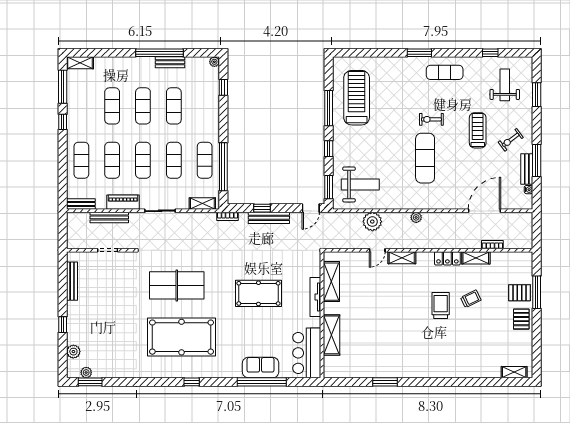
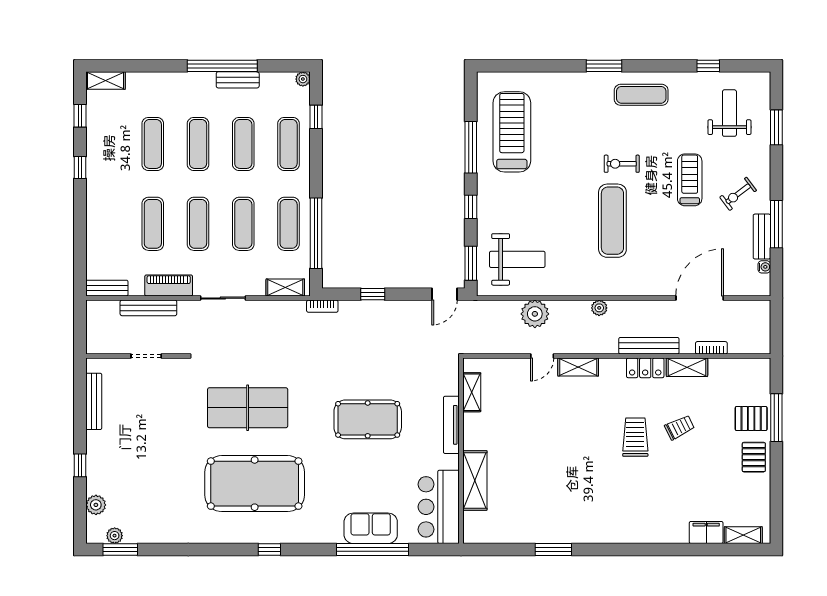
window: (63, 87) -> (80, 116), width x0.46
exercise mat: (81, 160) -> (289, 144), moved
bench: (269, 218) -> (649, 346), moved
shelving: (331, 282) -> (472, 392), width x0.67, depth x0.75
filing cabinet: (489, 370) -> (706, 532), added

